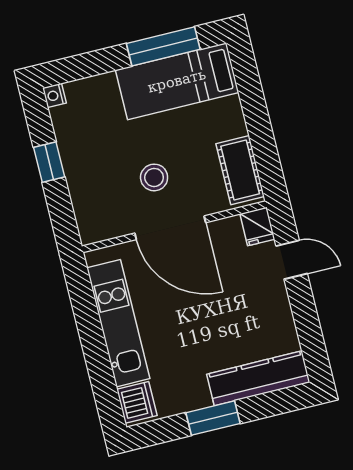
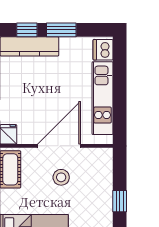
door: (170, 228) -> (59, 146), hinge flipped
window: (269, 404) -> (27, 30), added

